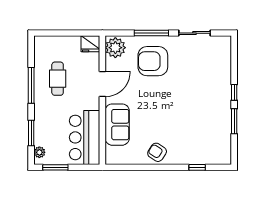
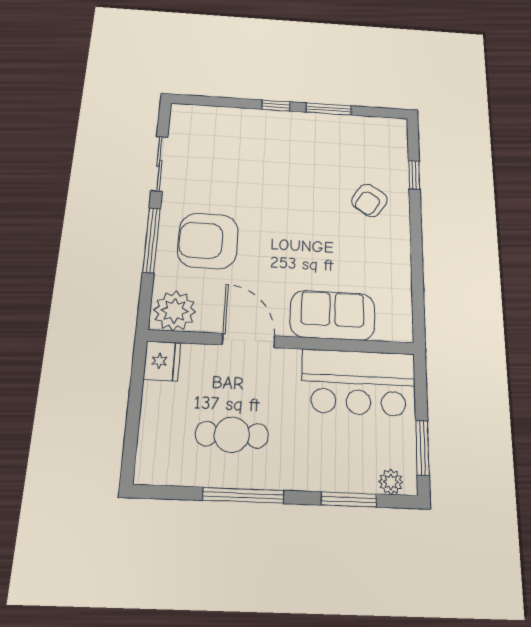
armchair: (153, 61) -> (208, 241), turned 91
armchair: (157, 152) -> (369, 200), moved

